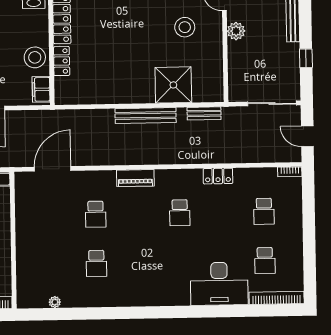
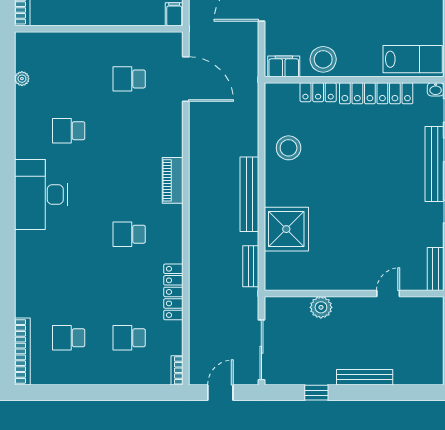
stool: (185, 27) -> (289, 148), moved
plant: (236, 31) -> (321, 307), moved
locker: (218, 176) -> (173, 292), width x1.53
school desk: (96, 214) -> (129, 79), moved
desk: (219, 284) -> (41, 195), moved

